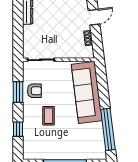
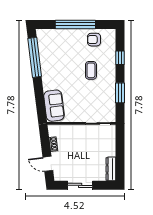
door: (94, 17) -> (48, 164), hinge flipped
armchair: (34, 91) -> (94, 40), moved
sofa: (87, 93) -> (54, 106), width x0.54, depth x0.79

